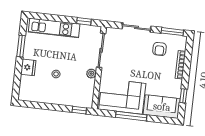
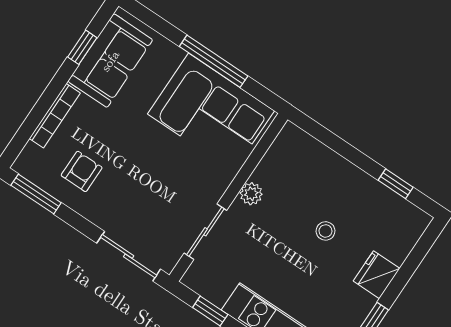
sliding door: (136, 27) -> (129, 256), moved
sliding door: (101, 50) -> (205, 232), width x0.73
sofa: (162, 107) -> (110, 61), moved, turned -90
window: (79, 110) -> (396, 184), moved

